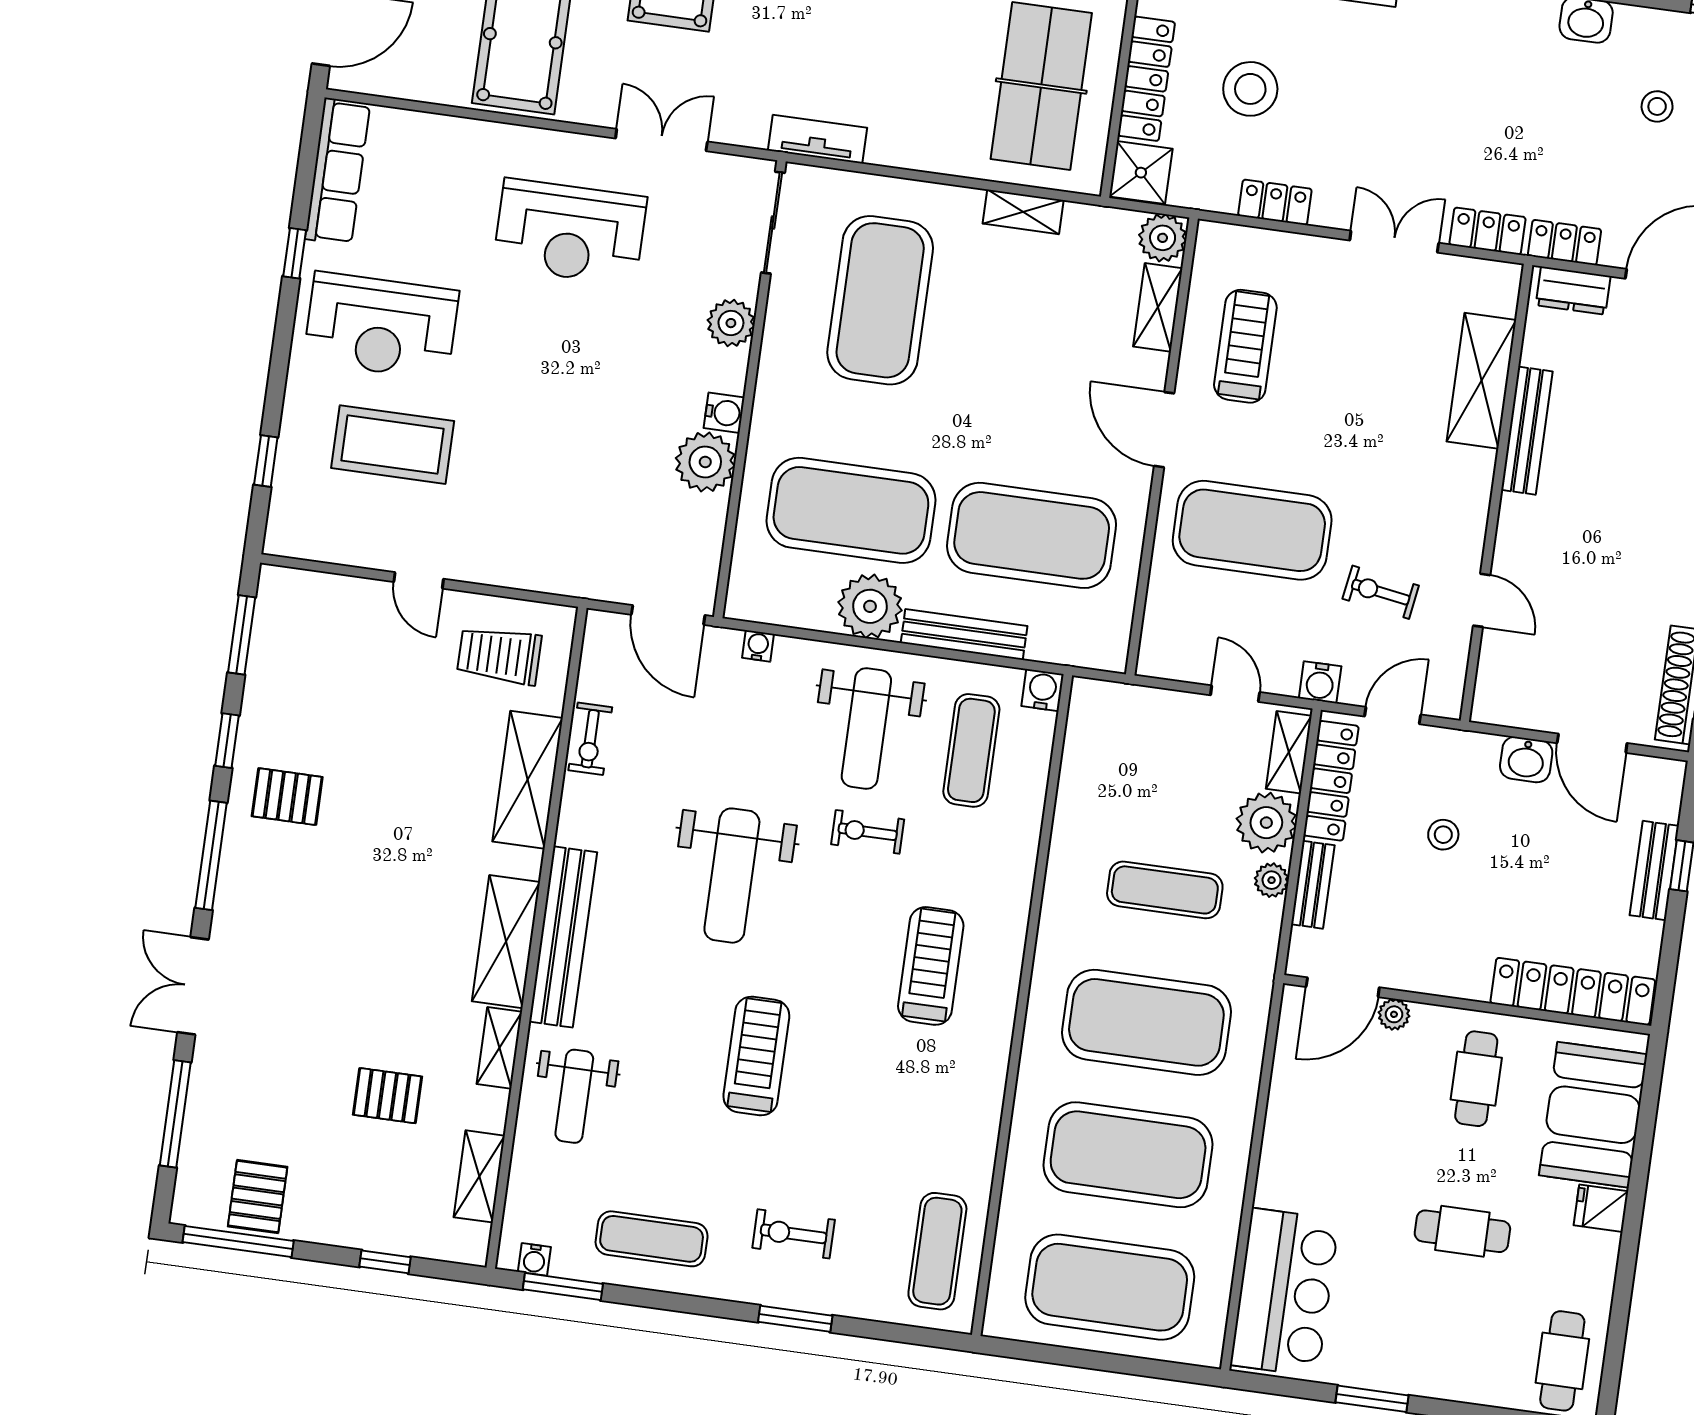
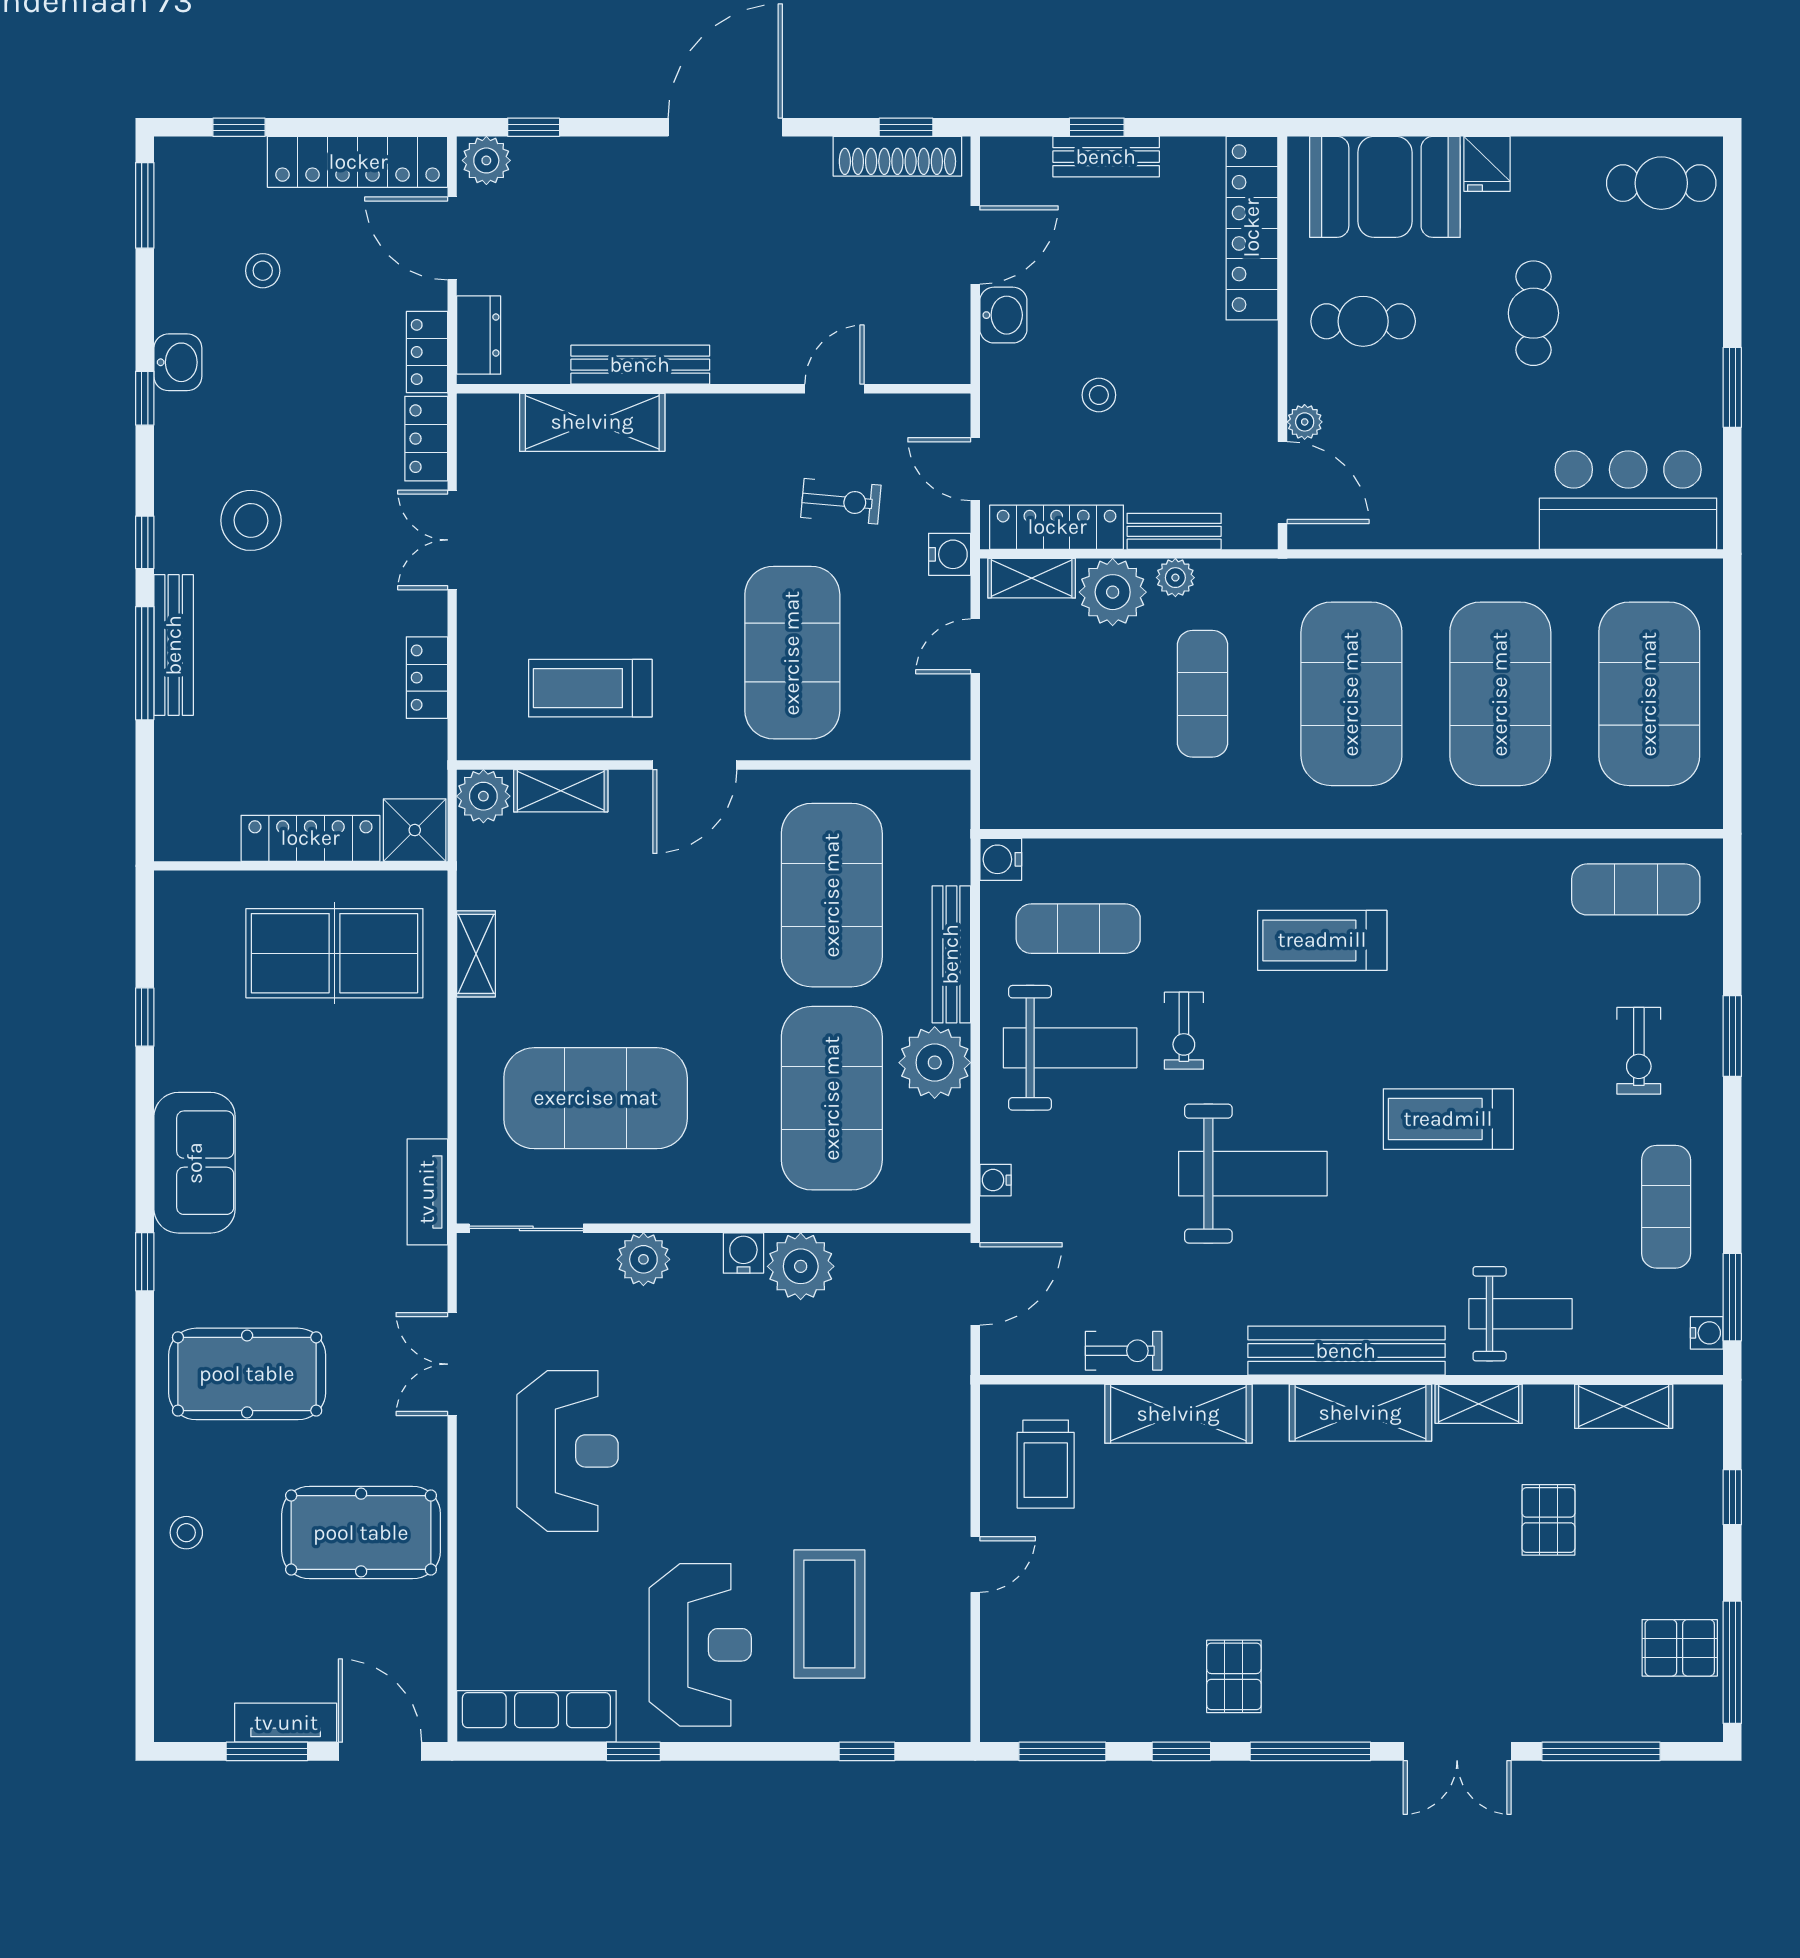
stool: (1250, 89) -> (251, 520), moved
exercise bike: (1381, 592) -> (841, 501), turned -94

